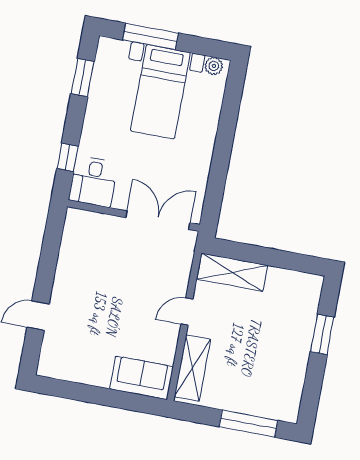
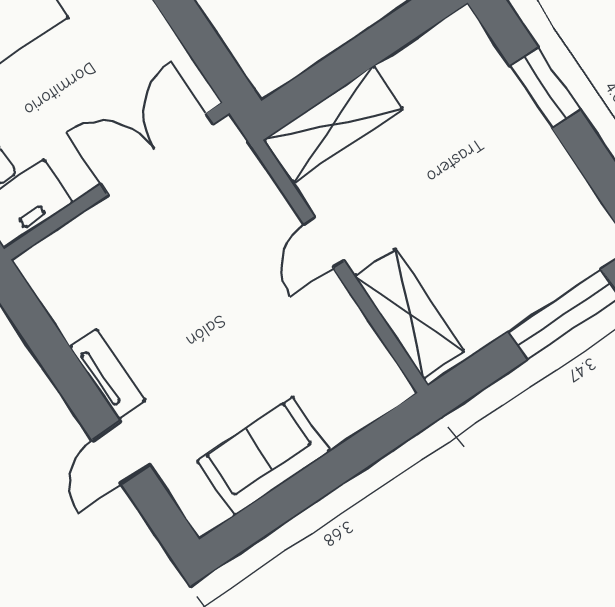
tv unit: (61, 282) -> (108, 374), added
sofa: (141, 378) -> (264, 456), moved

